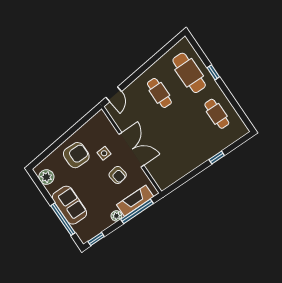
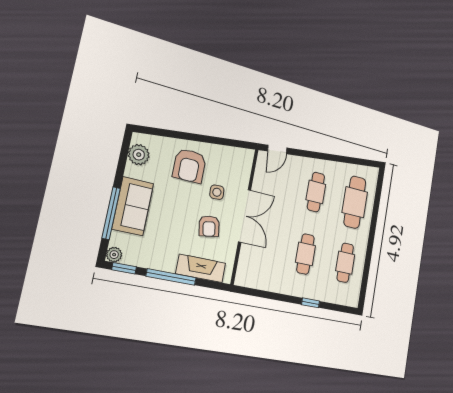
window: (213, 72) -> (374, 223), removed
cafe table: (187, 134) -> (305, 254), added
armchair: (76, 155) -> (189, 166), turned 90
window: (137, 211) -> (171, 277), moved
plant: (116, 216) -> (114, 255), moved

